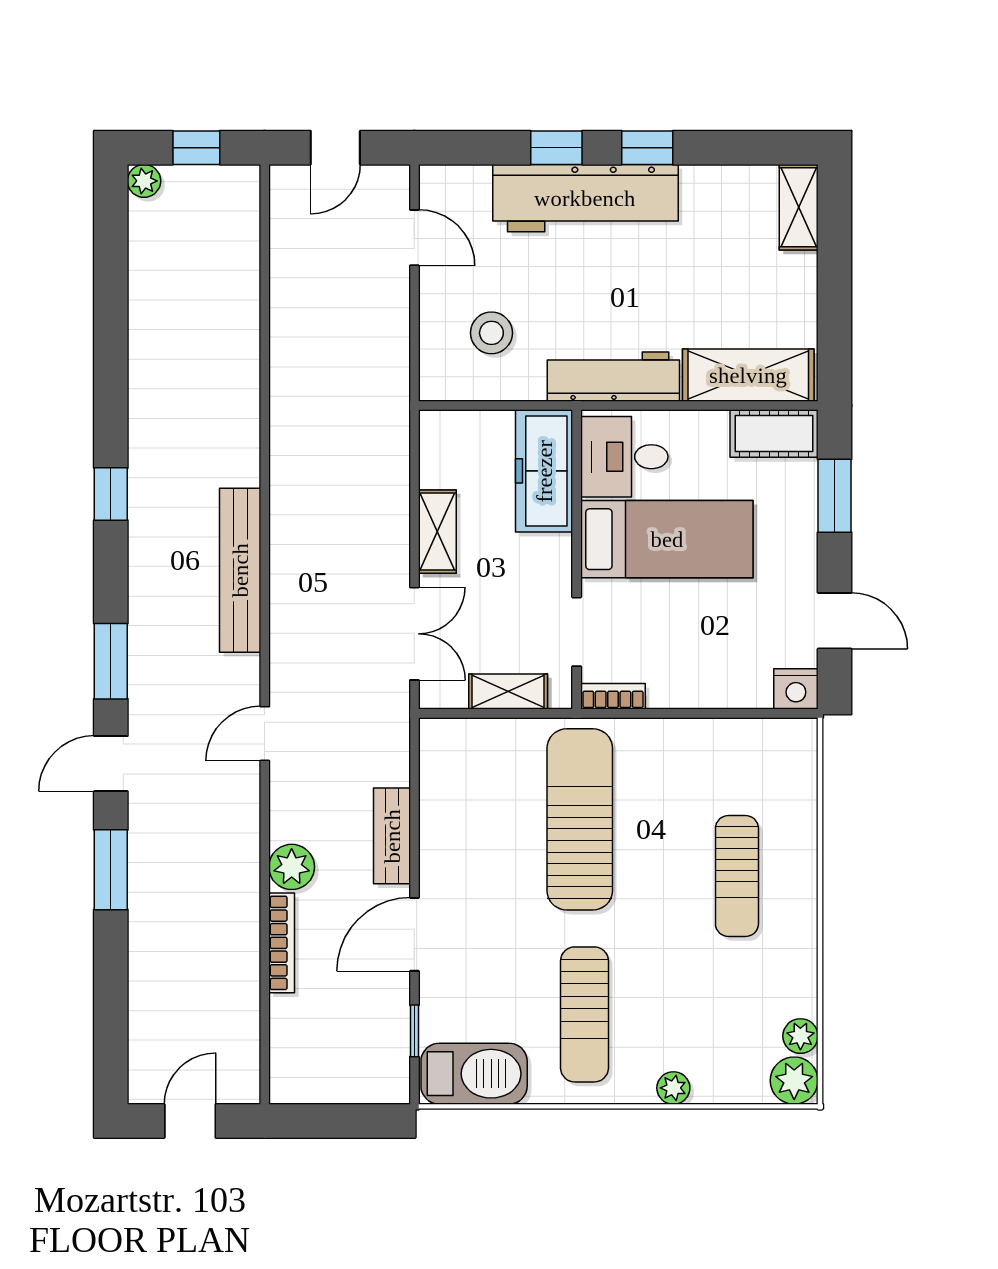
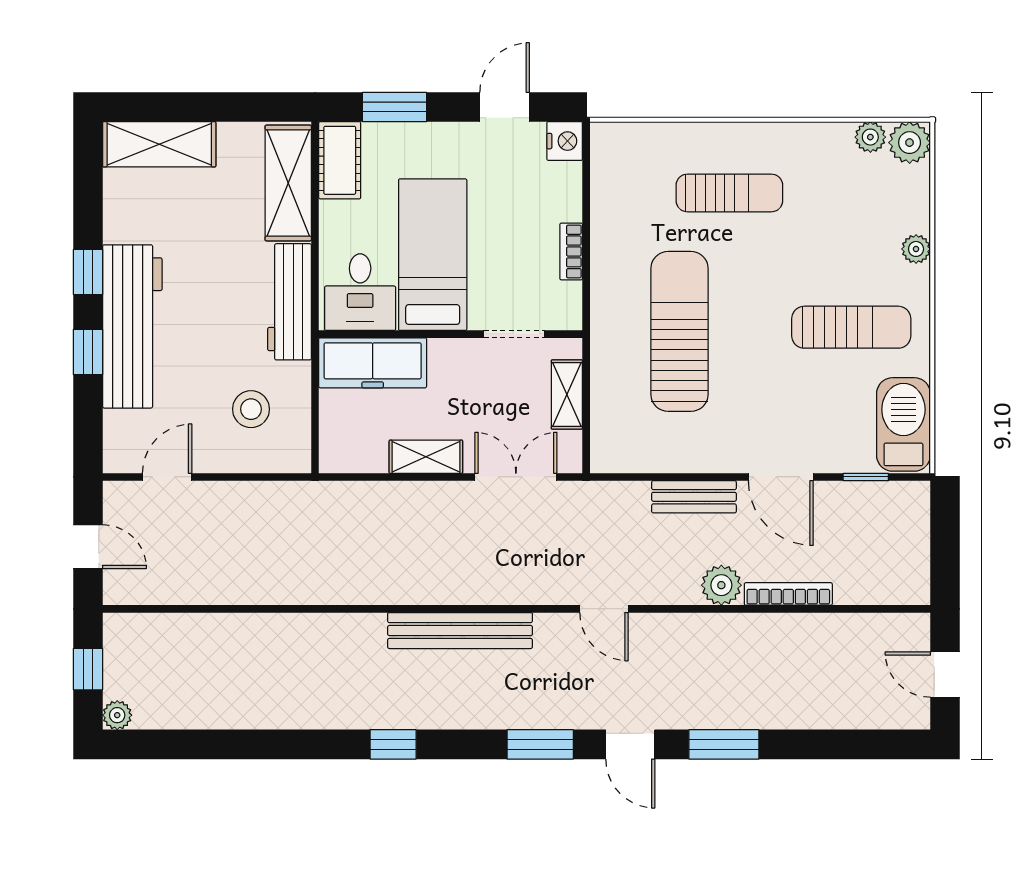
shelving: (799, 207) -> (159, 144), width x1.50, depth x1.33
bookcase: (613, 696) -> (571, 251), moved
sun lounger: (580, 819) -> (679, 331), turned 90

